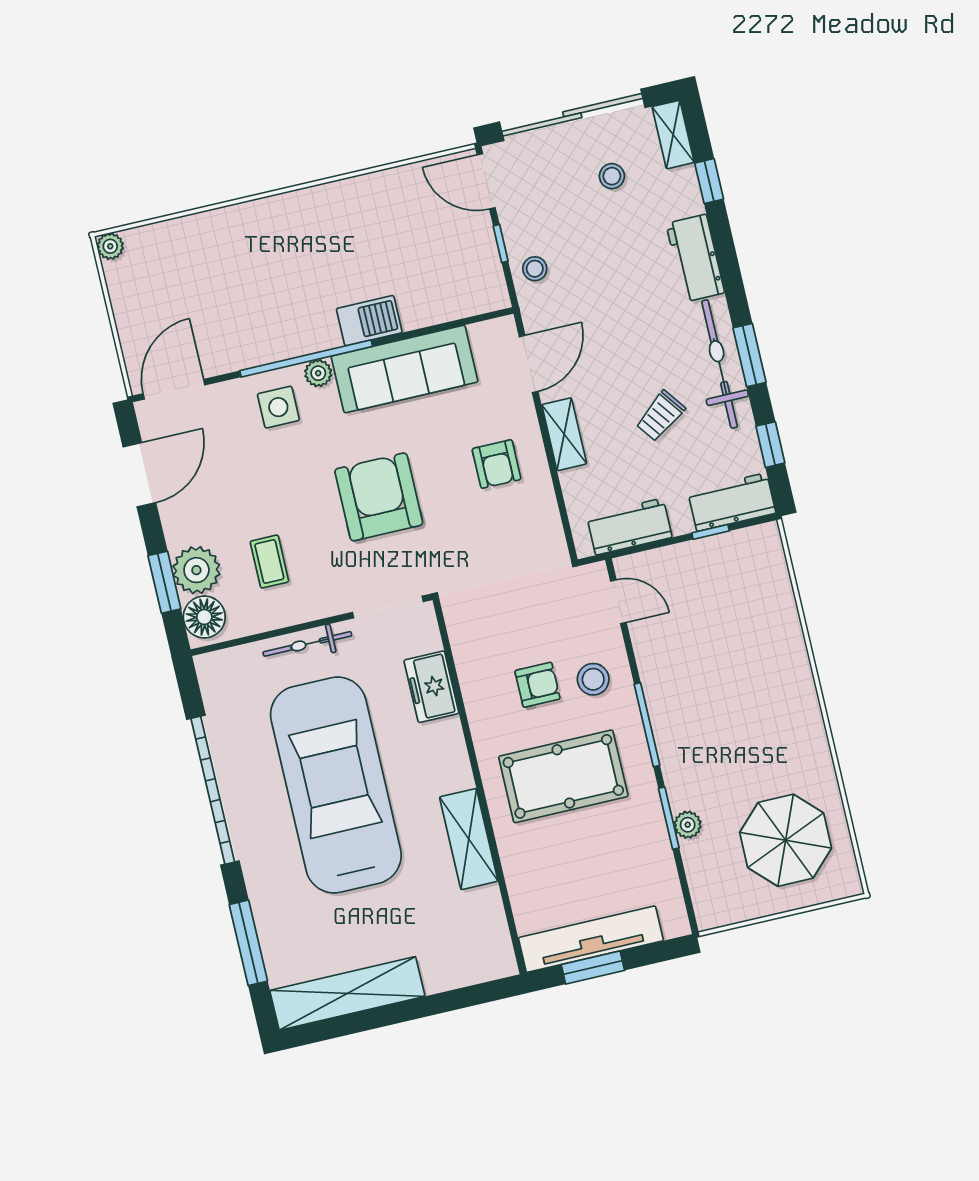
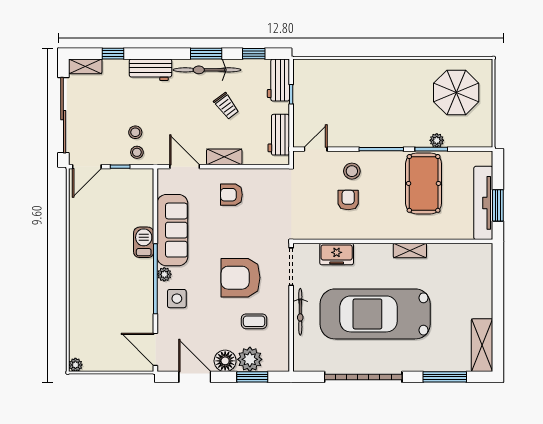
stool: (612, 176) -> (135, 132), moved
armchair: (497, 464) -> (231, 195), turned 180
armchair: (379, 497) -> (241, 278), moved
floor lamp: (204, 617) -> (225, 361), moved
pool table: (563, 776) -> (424, 183), moved
shelving: (469, 839) -> (410, 251), width x0.67, depth x0.75
shelving: (347, 993) -> (482, 345), width x0.68

